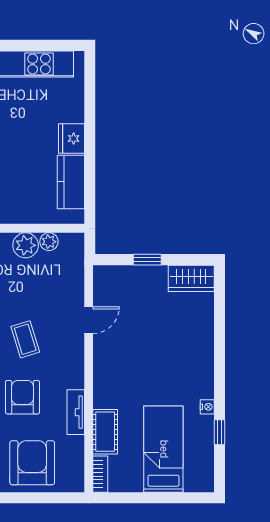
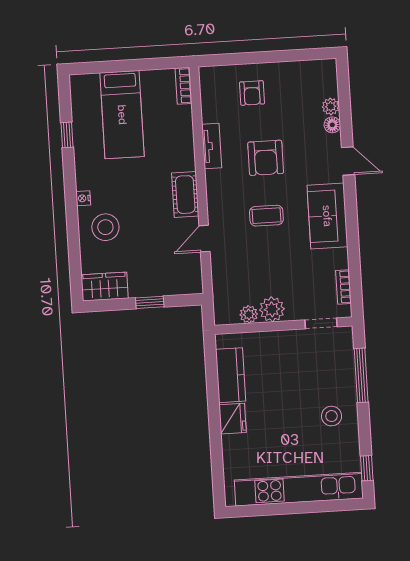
stool: (187, 338) -> (105, 227), added
coffee table: (25, 339) -> (266, 216), turned -73
nightstand: (207, 407) -> (83, 198), moved
cot: (105, 432) -> (185, 195), moved
armchair: (32, 463) -> (252, 93), width x0.53, depth x0.53

